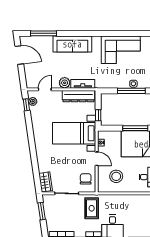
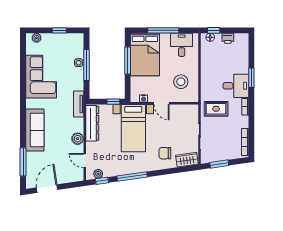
tv unit: (83, 84) -> (79, 104), moved
window: (30, 132) -> (132, 176), added
door: (97, 159) -> (162, 103), swing flipped
chair: (86, 179) -> (165, 153), moved

